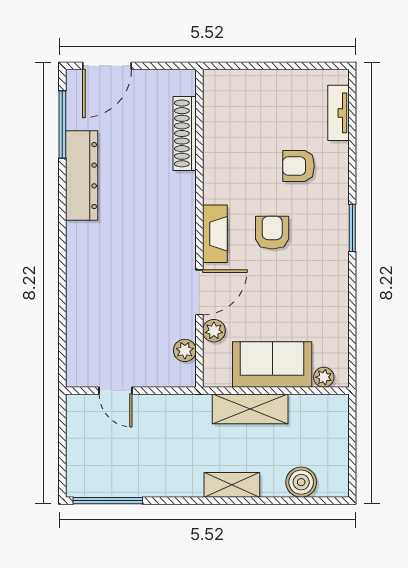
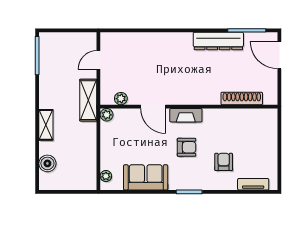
plant: (214, 331) -> (107, 115), moved
sofa: (272, 365) -> (146, 177), moved, turned -90
shelving: (250, 409) -> (88, 100), moved

